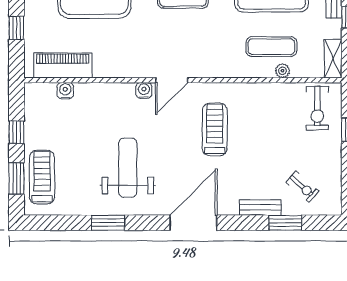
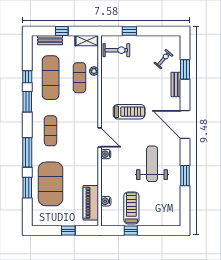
treadmill: (215, 129) -> (129, 112), turned 180
weight bench: (128, 168) -> (152, 164), turned 90
treadmill: (42, 177) -> (131, 208), moved, turned 90
window: (17, 179) -> (159, 231), removed

